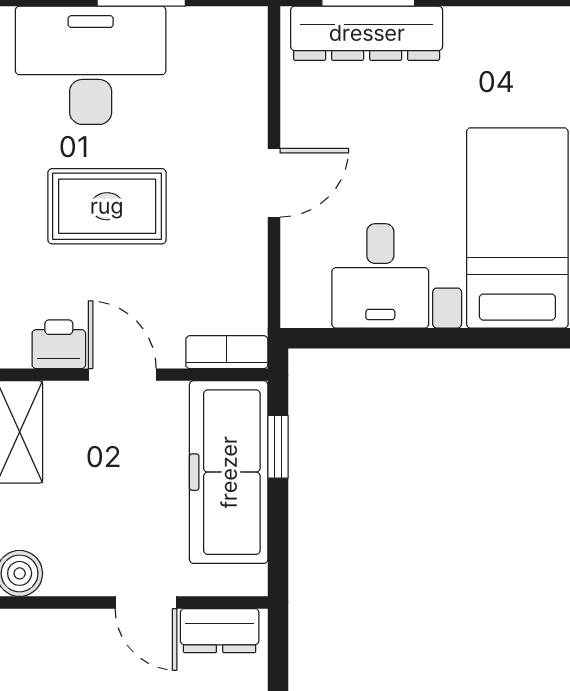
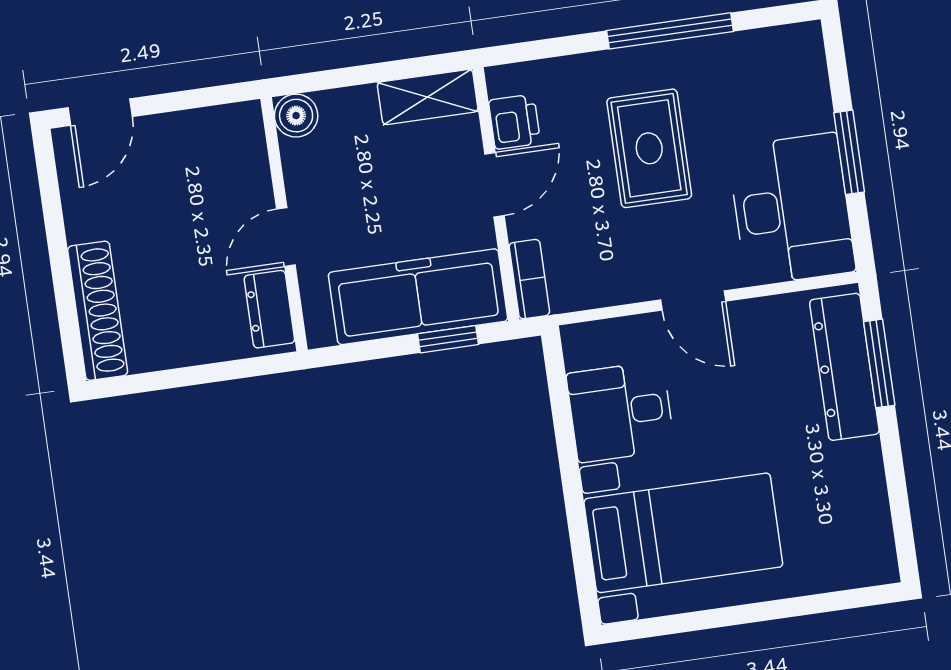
desk: (91, 65) -> (792, 209), moved

